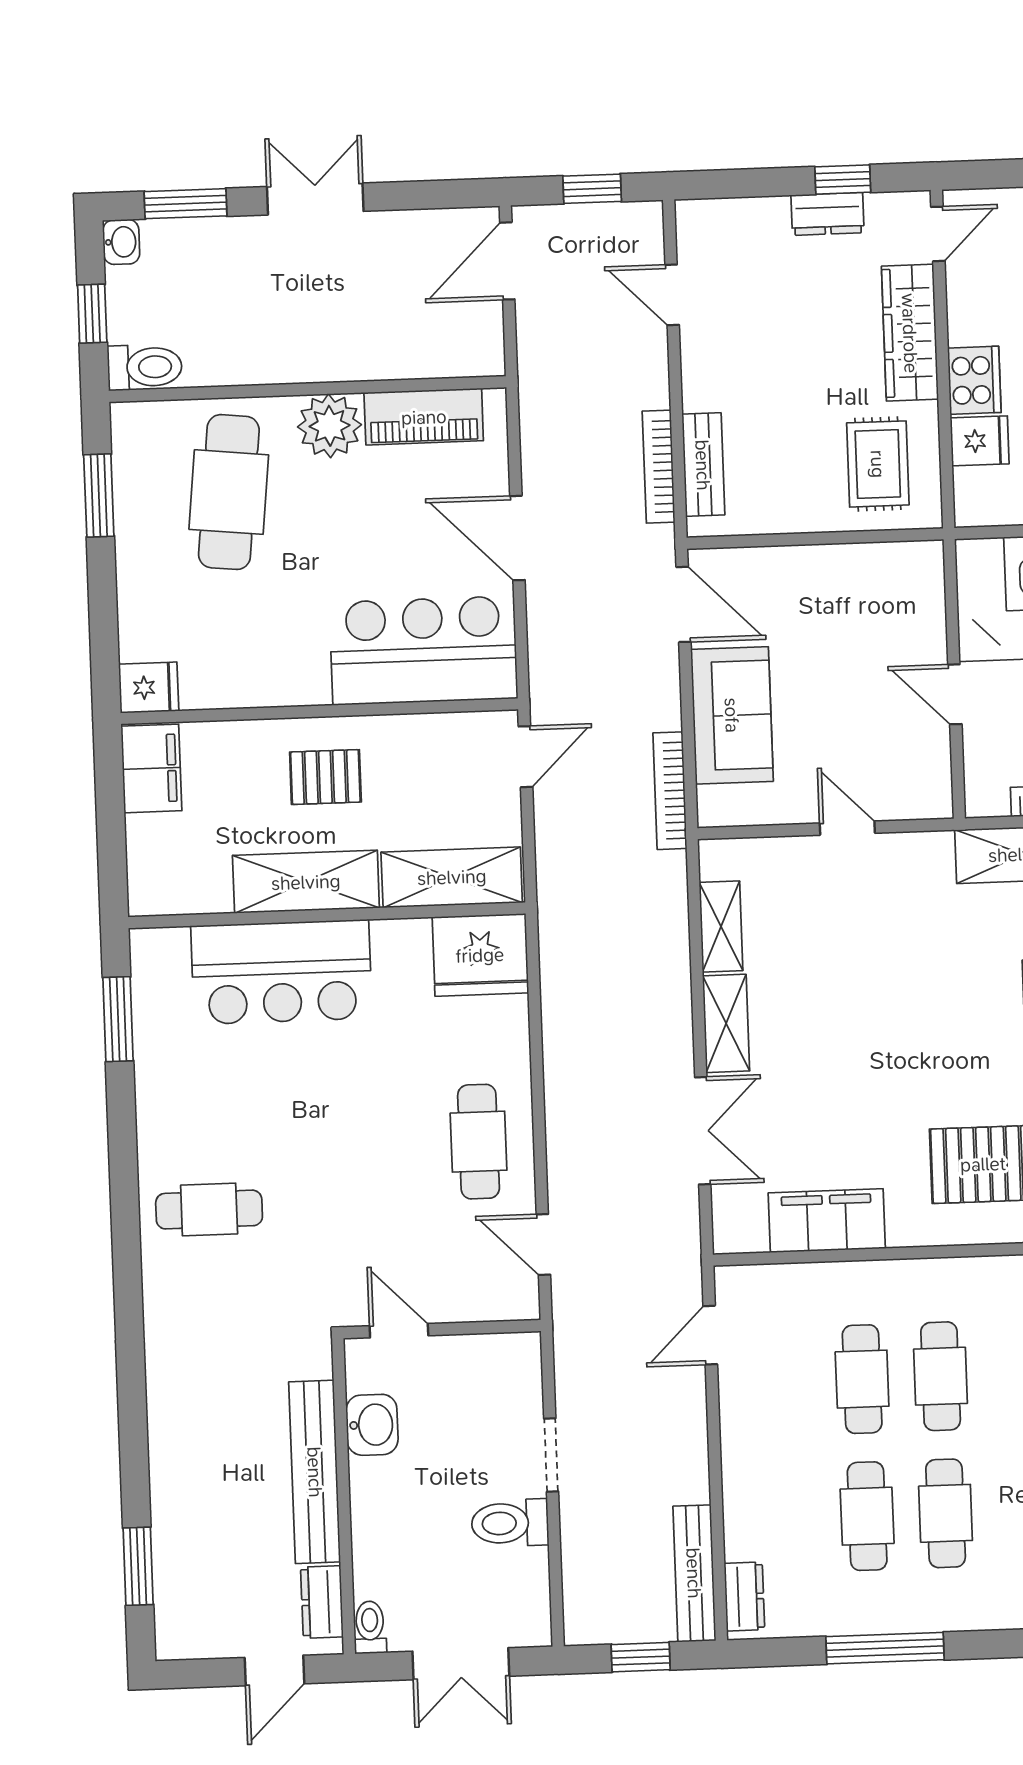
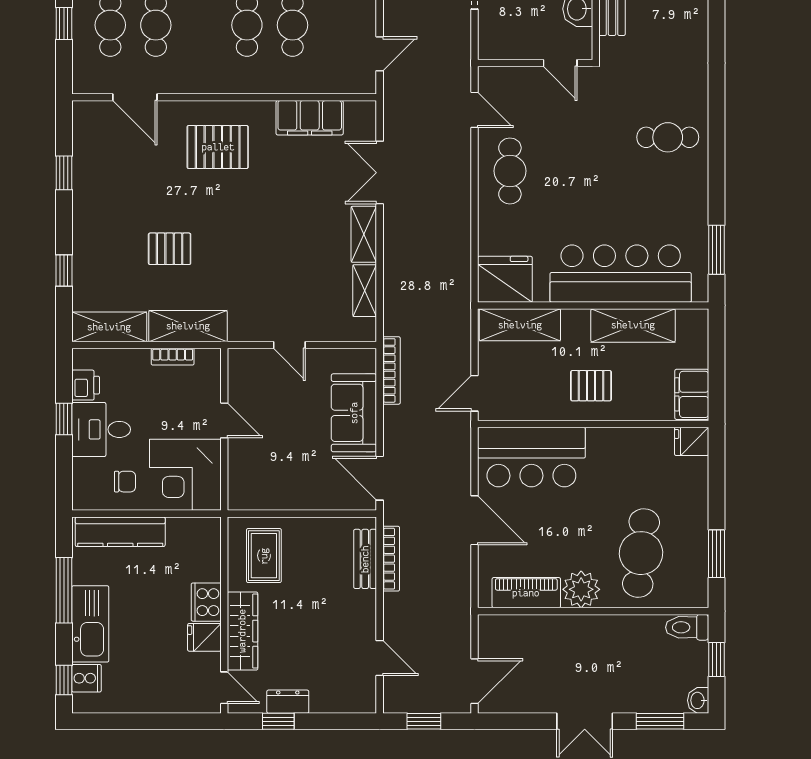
door: (938, 234) -> (224, 688), swing flipped
fridge: (980, 441) -> (204, 637), moved
shelving: (306, 882) -> (633, 325), moved
bar counter: (281, 972) -> (621, 274), width x1.36

